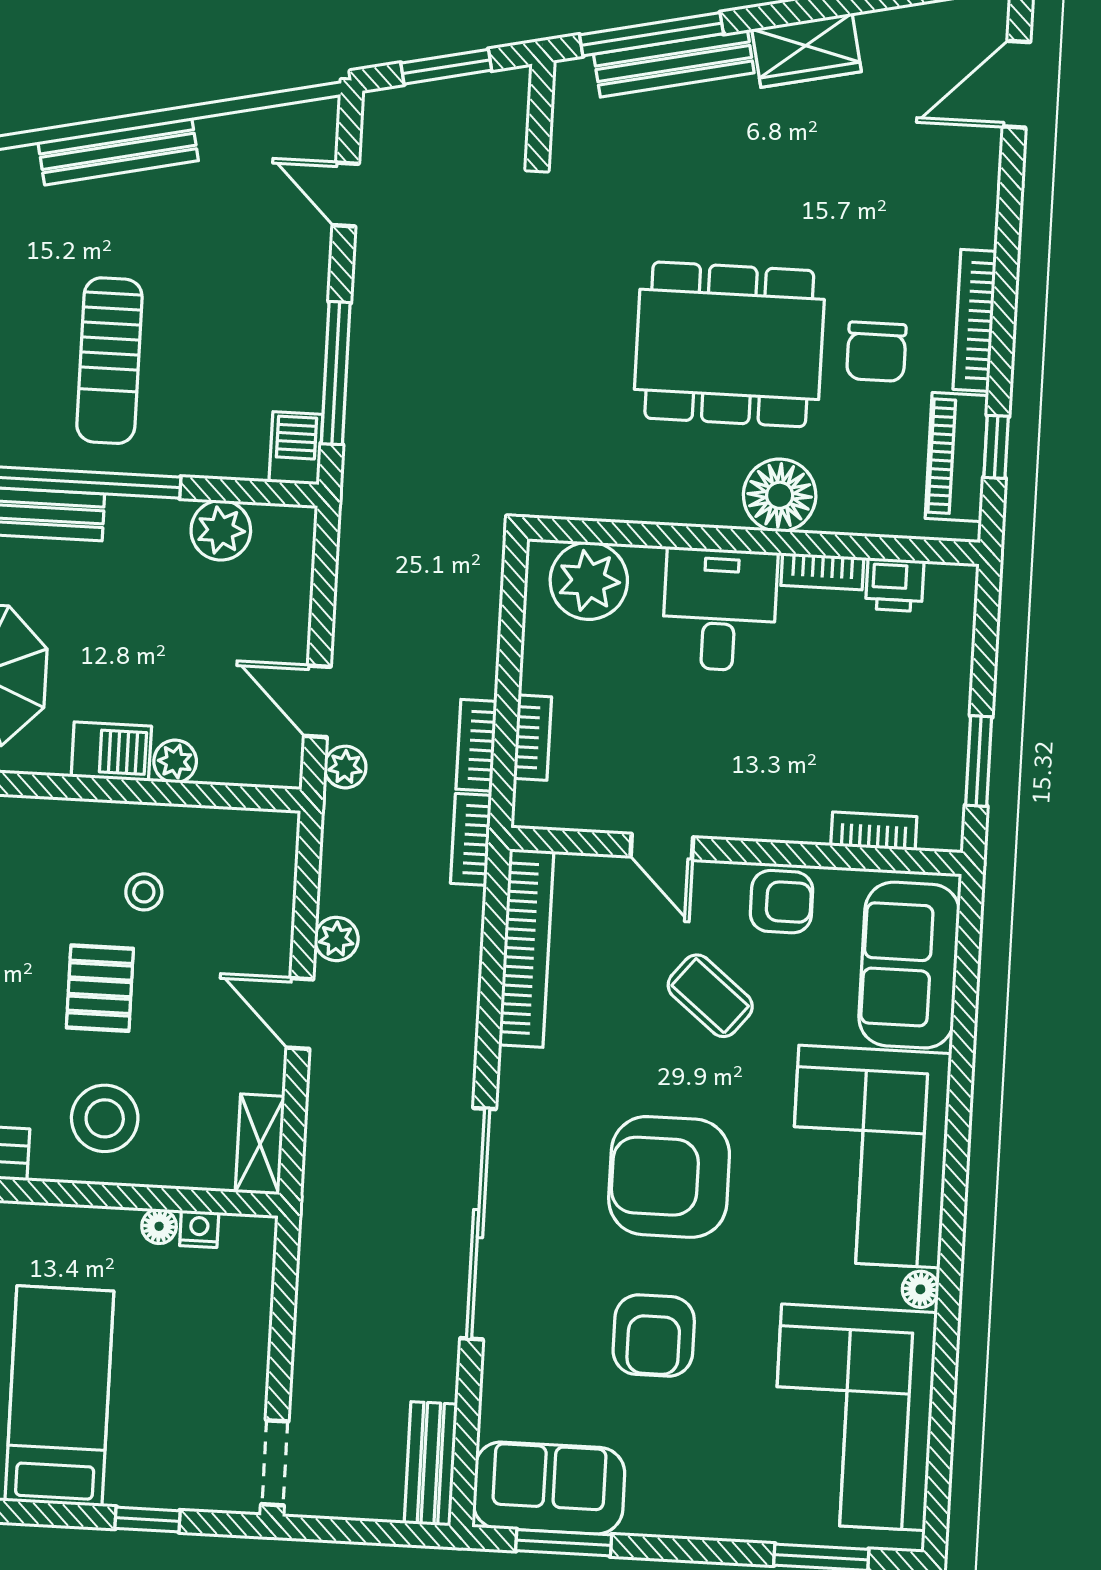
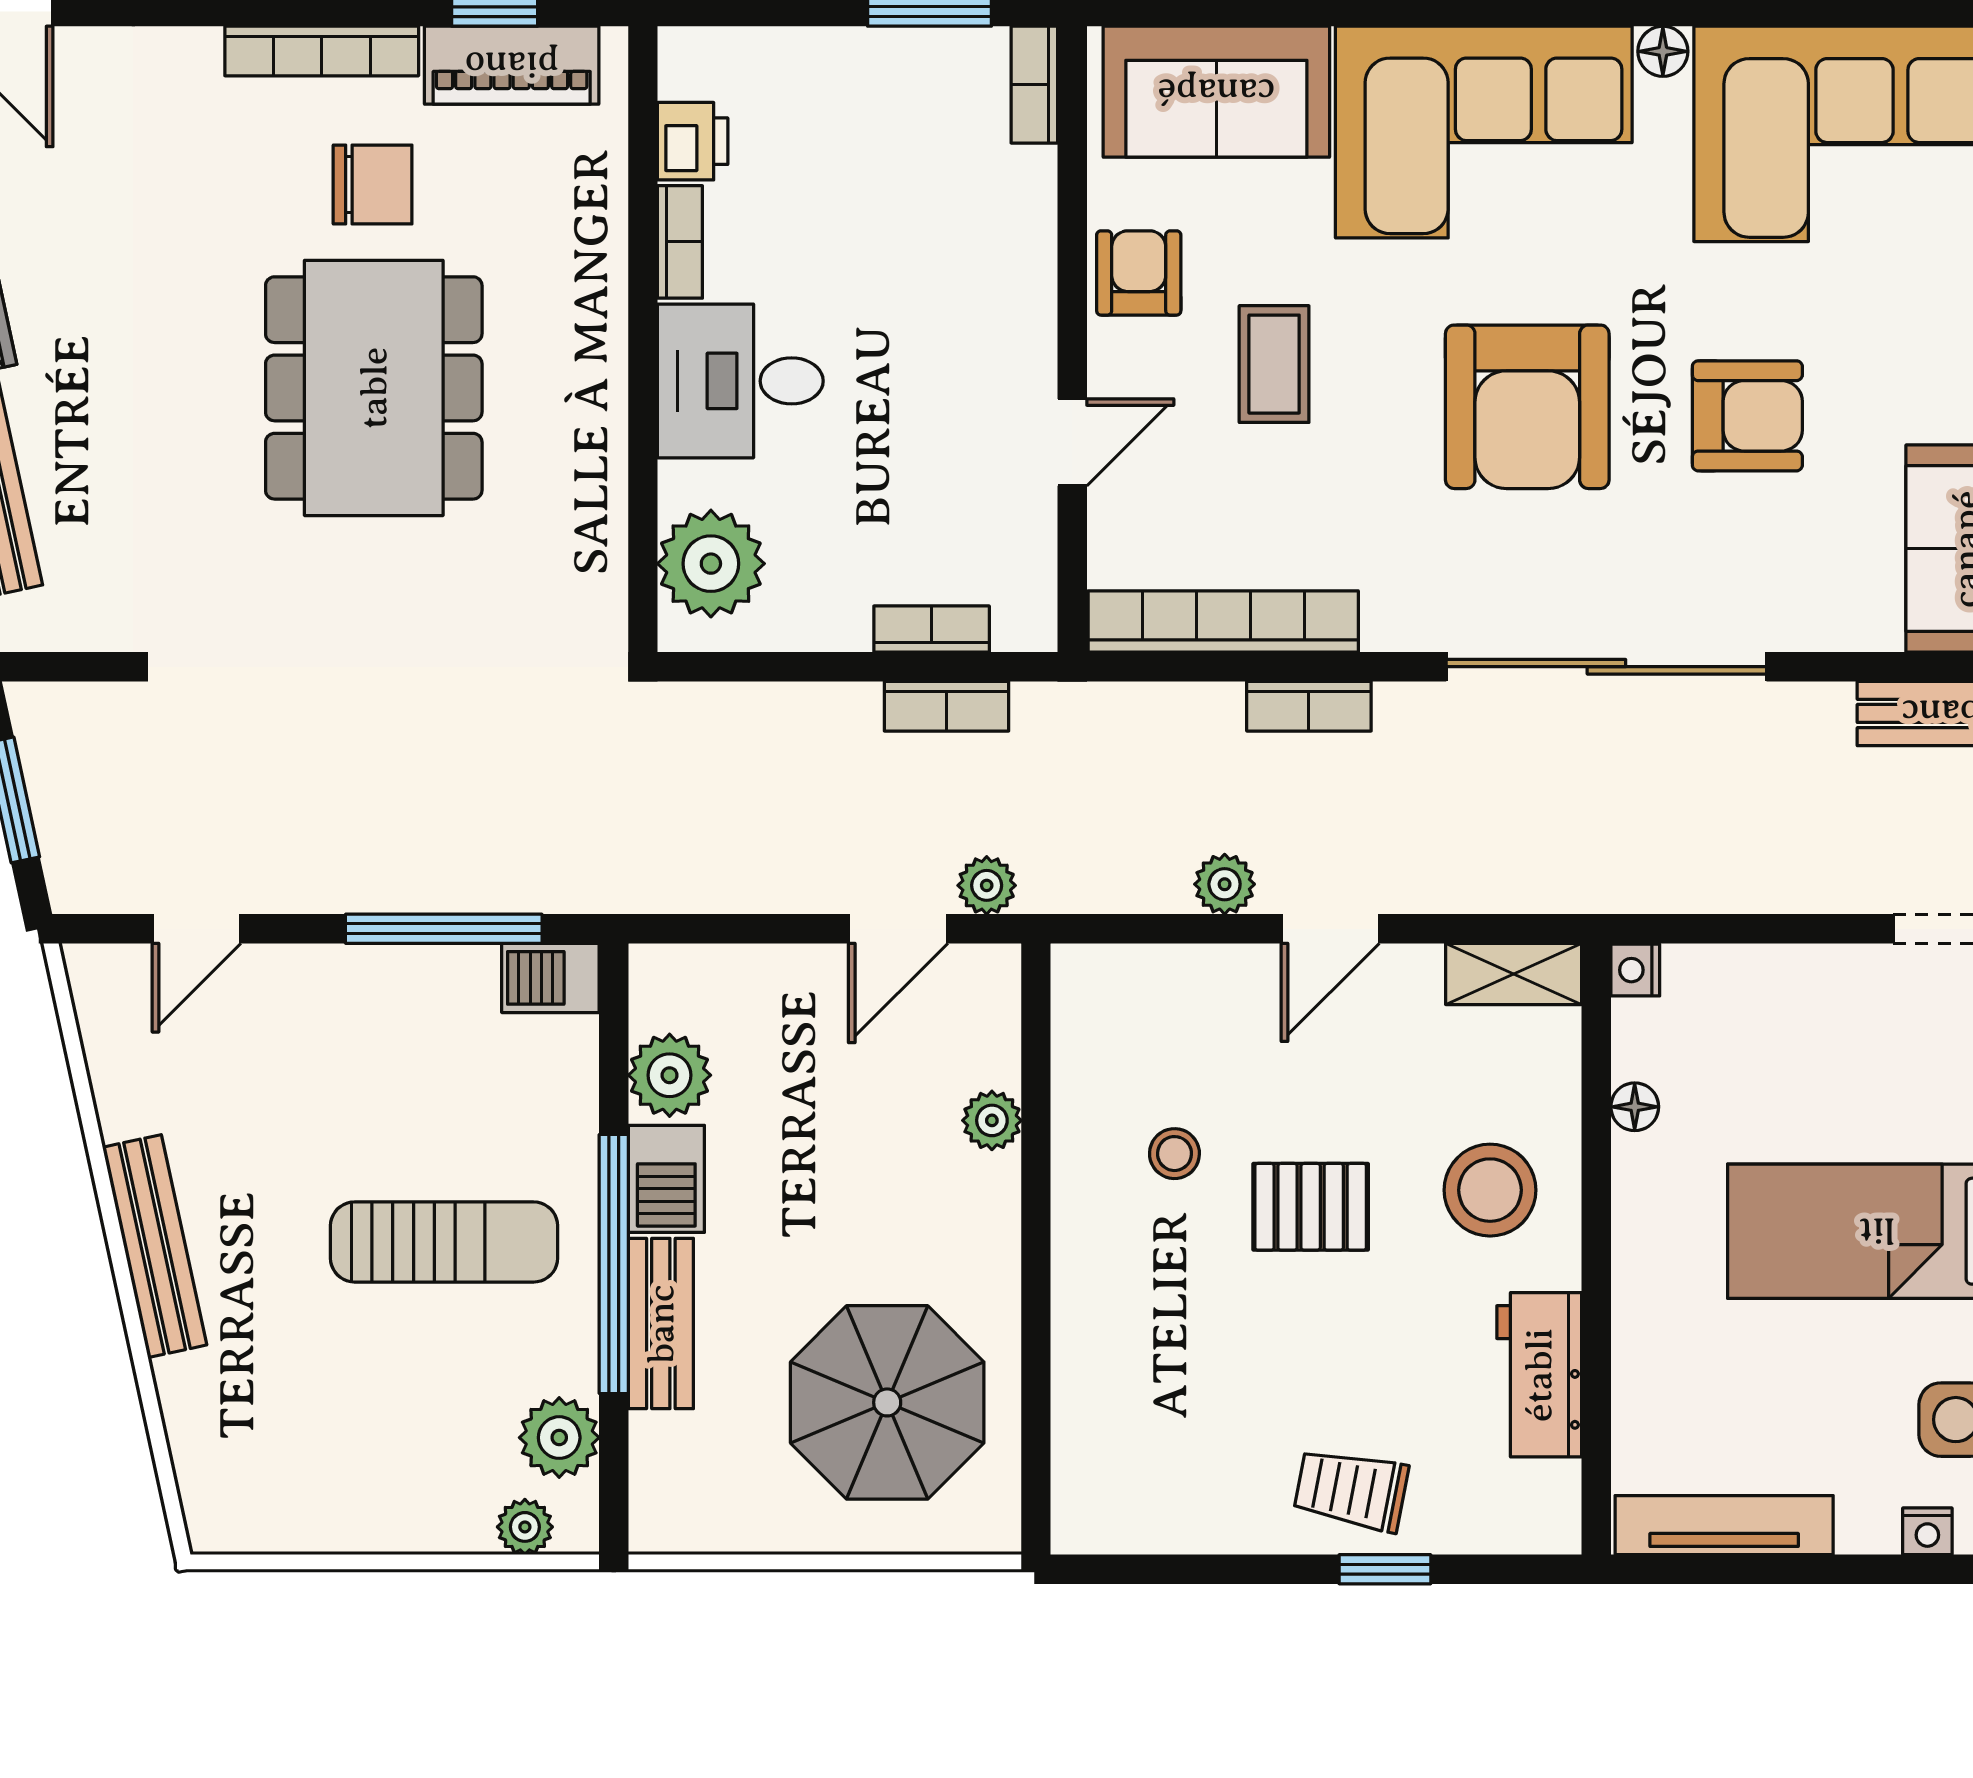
floor lamp: (780, 495) -> (578, 307), removed
barbecue: (111, 752) -> (666, 1179), moved, turned 180
bookcase: (874, 831) -> (1034, 85), moved
bookcase: (471, 839) -> (1309, 706), moved
coffee table: (710, 996) -> (1274, 364), turned -39
nightstand: (199, 1229) -> (1635, 970), moved

